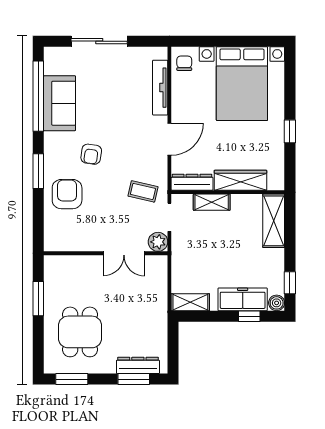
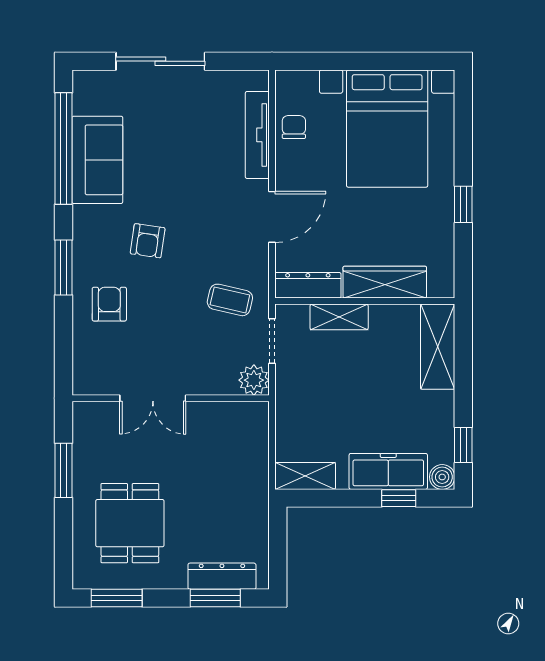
chair: (184, 63) -> (294, 127), moved
armchair: (67, 194) -> (109, 304), width x0.72, depth x0.72
double door: (124, 253) -> (153, 398), moved

